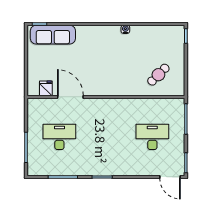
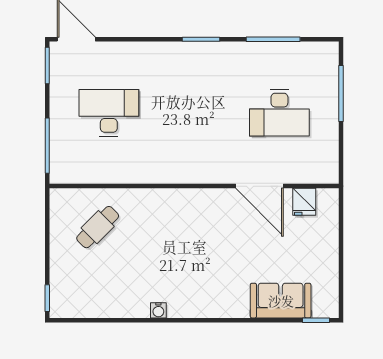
sofa: (53, 35) -> (281, 301), width x0.73
desk: (152, 137) -> (109, 113), turned 180

